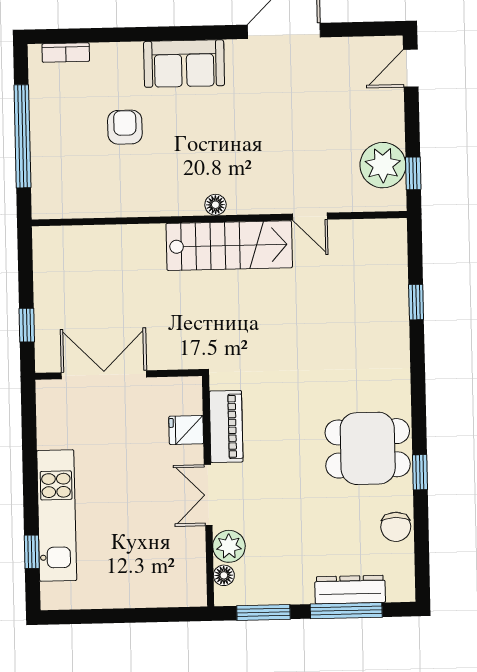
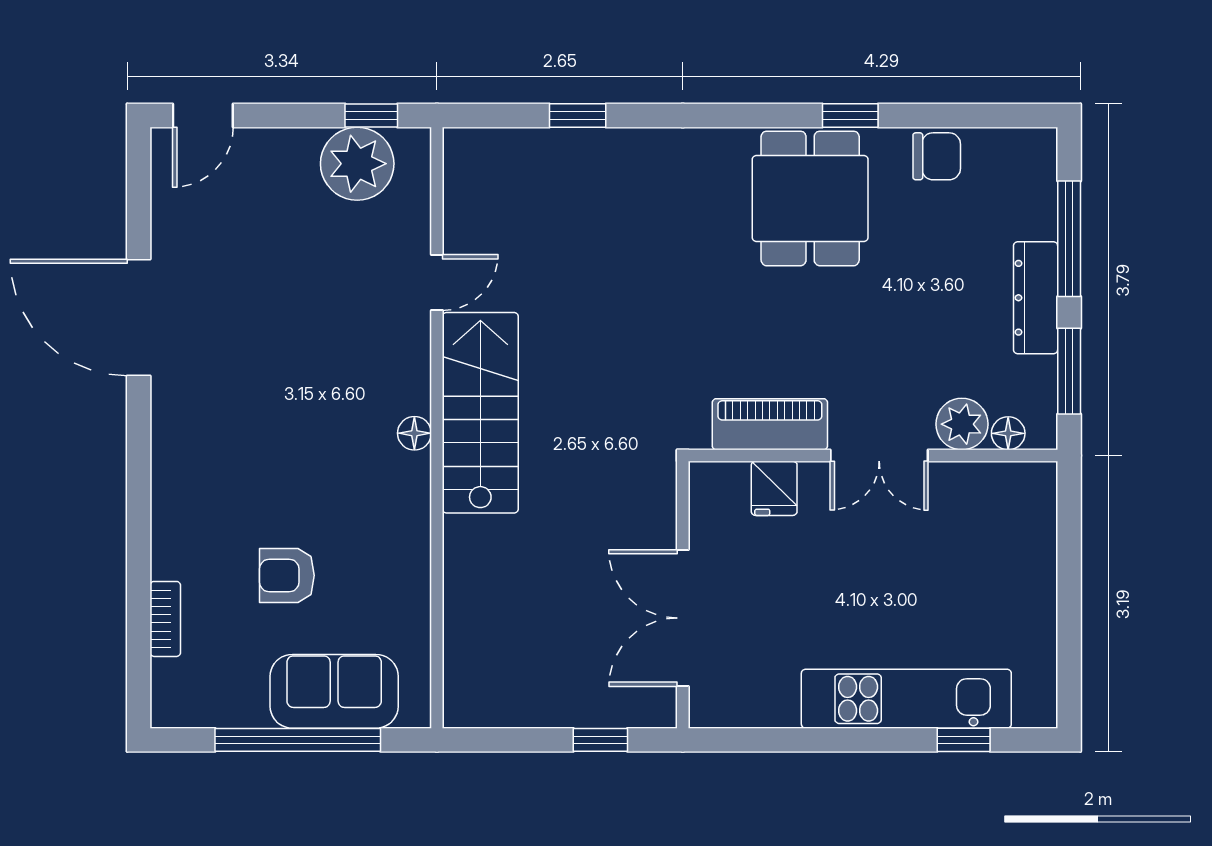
bookcase: (66, 53) -> (165, 619), moved
sofa: (184, 64) -> (334, 691), moved, turned -90
door: (411, 68) -> (203, 116), hinge flipped
dresser: (350, 590) -> (1036, 298), moved

